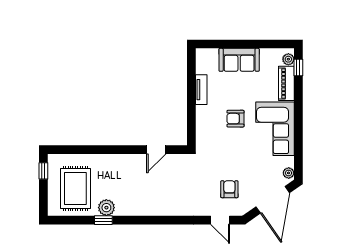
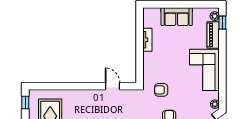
armchair: (235, 119) -> (161, 90), moved
door: (156, 150) -> (113, 86), swing flipped

